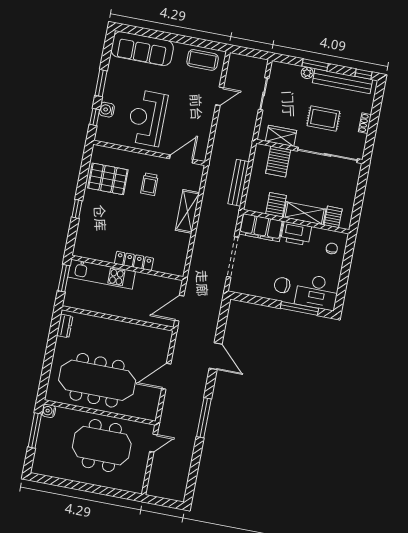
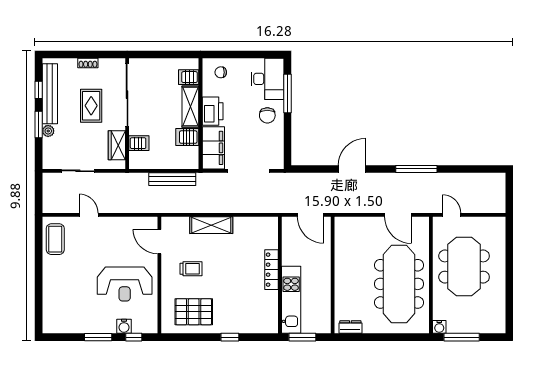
sofa: (142, 49) -> (56, 302), removed
window: (364, 74) -> (39, 90), moved
server rack: (278, 162) -> (139, 143), width x0.73, depth x0.70
pallet: (108, 179) -> (194, 312), turned 90
door: (166, 376) -> (398, 215), moved

